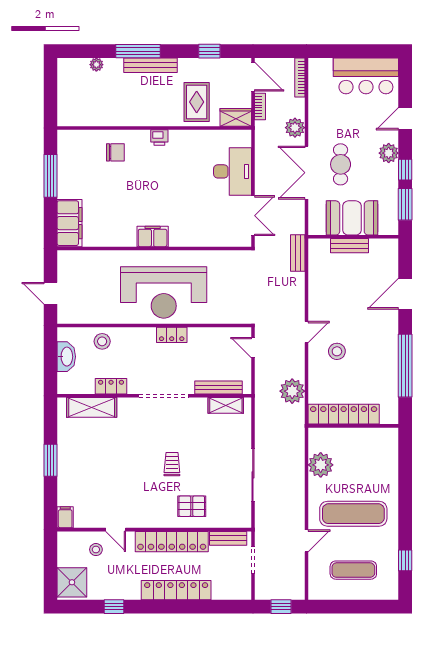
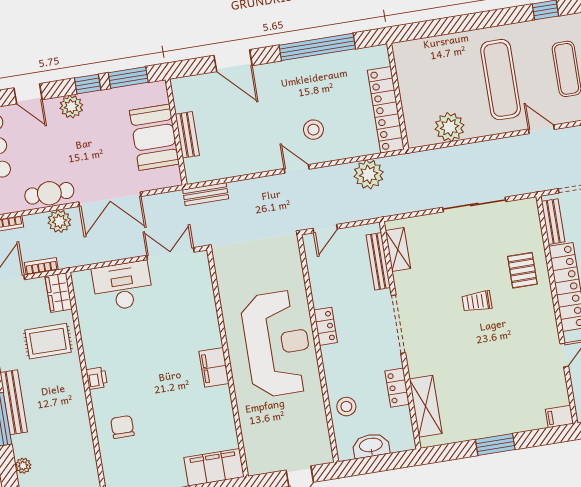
cafe table: (341, 164) -> (49, 193), moved

